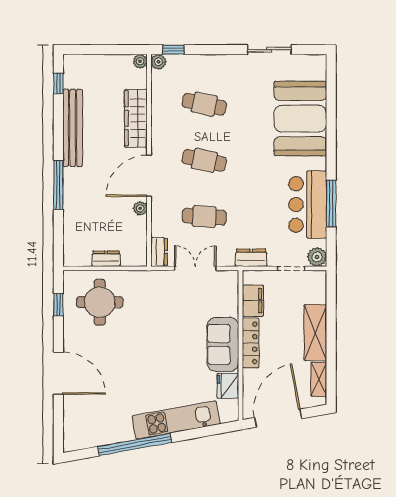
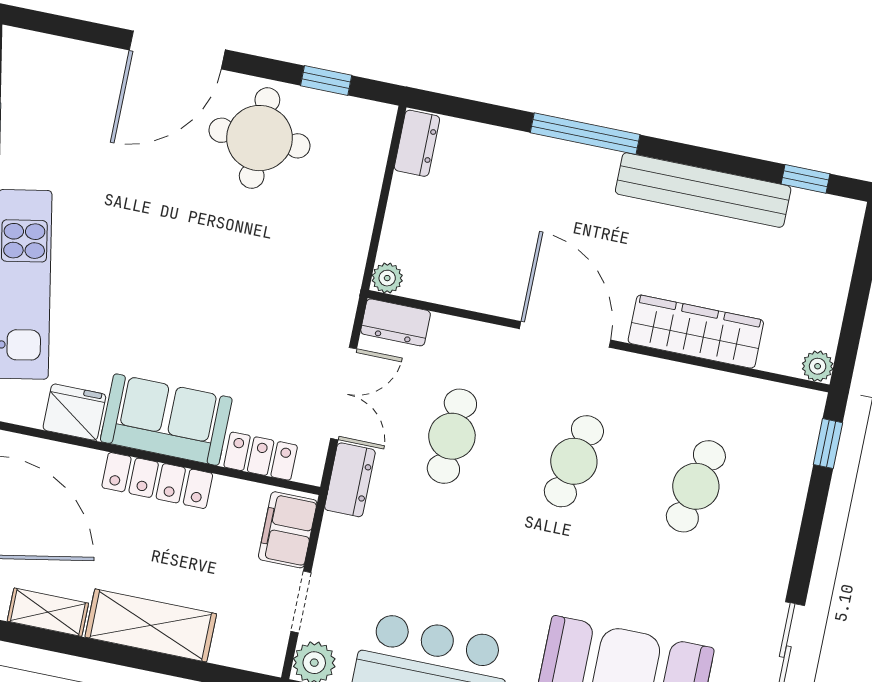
plant: (158, 62) -> (808, 406), removed
plant: (140, 208) -> (387, 278), moved
dresser: (251, 258) -> (350, 480), moved
dresser: (106, 259) -> (417, 143), moved
locker: (230, 299) -> (261, 456), added
filing cabinet: (253, 301) -> (288, 530), moved, turned 90
round table: (100, 302) -> (260, 138), moved

